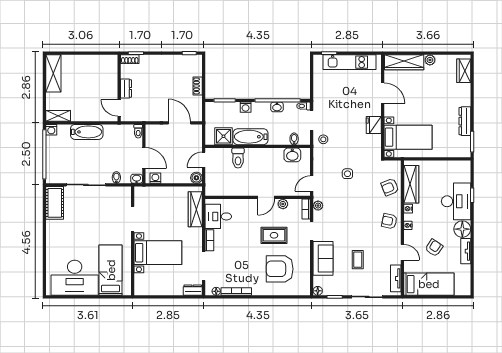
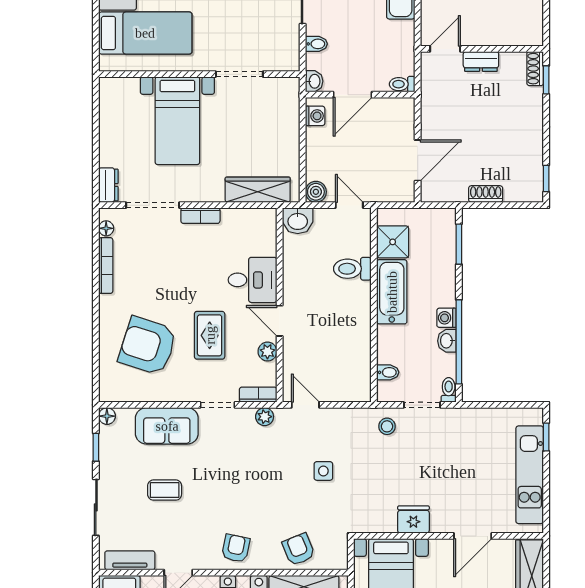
washing machine: (246, 107) -> (446, 318), moved
washbasin: (292, 155) -> (298, 221), moved, turned -90
desk: (218, 216) -> (253, 280), moved, turned 90
armchair: (280, 269) -> (148, 346), turned -72

